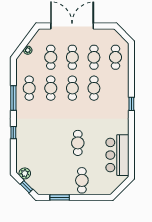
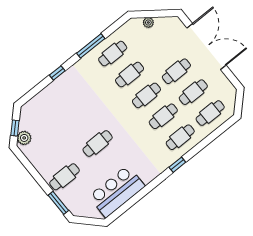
cafe table: (51, 57) -> (180, 137), moved
plant: (25, 173) -> (24, 138), moved
window: (60, 197) -> (58, 203), moved

